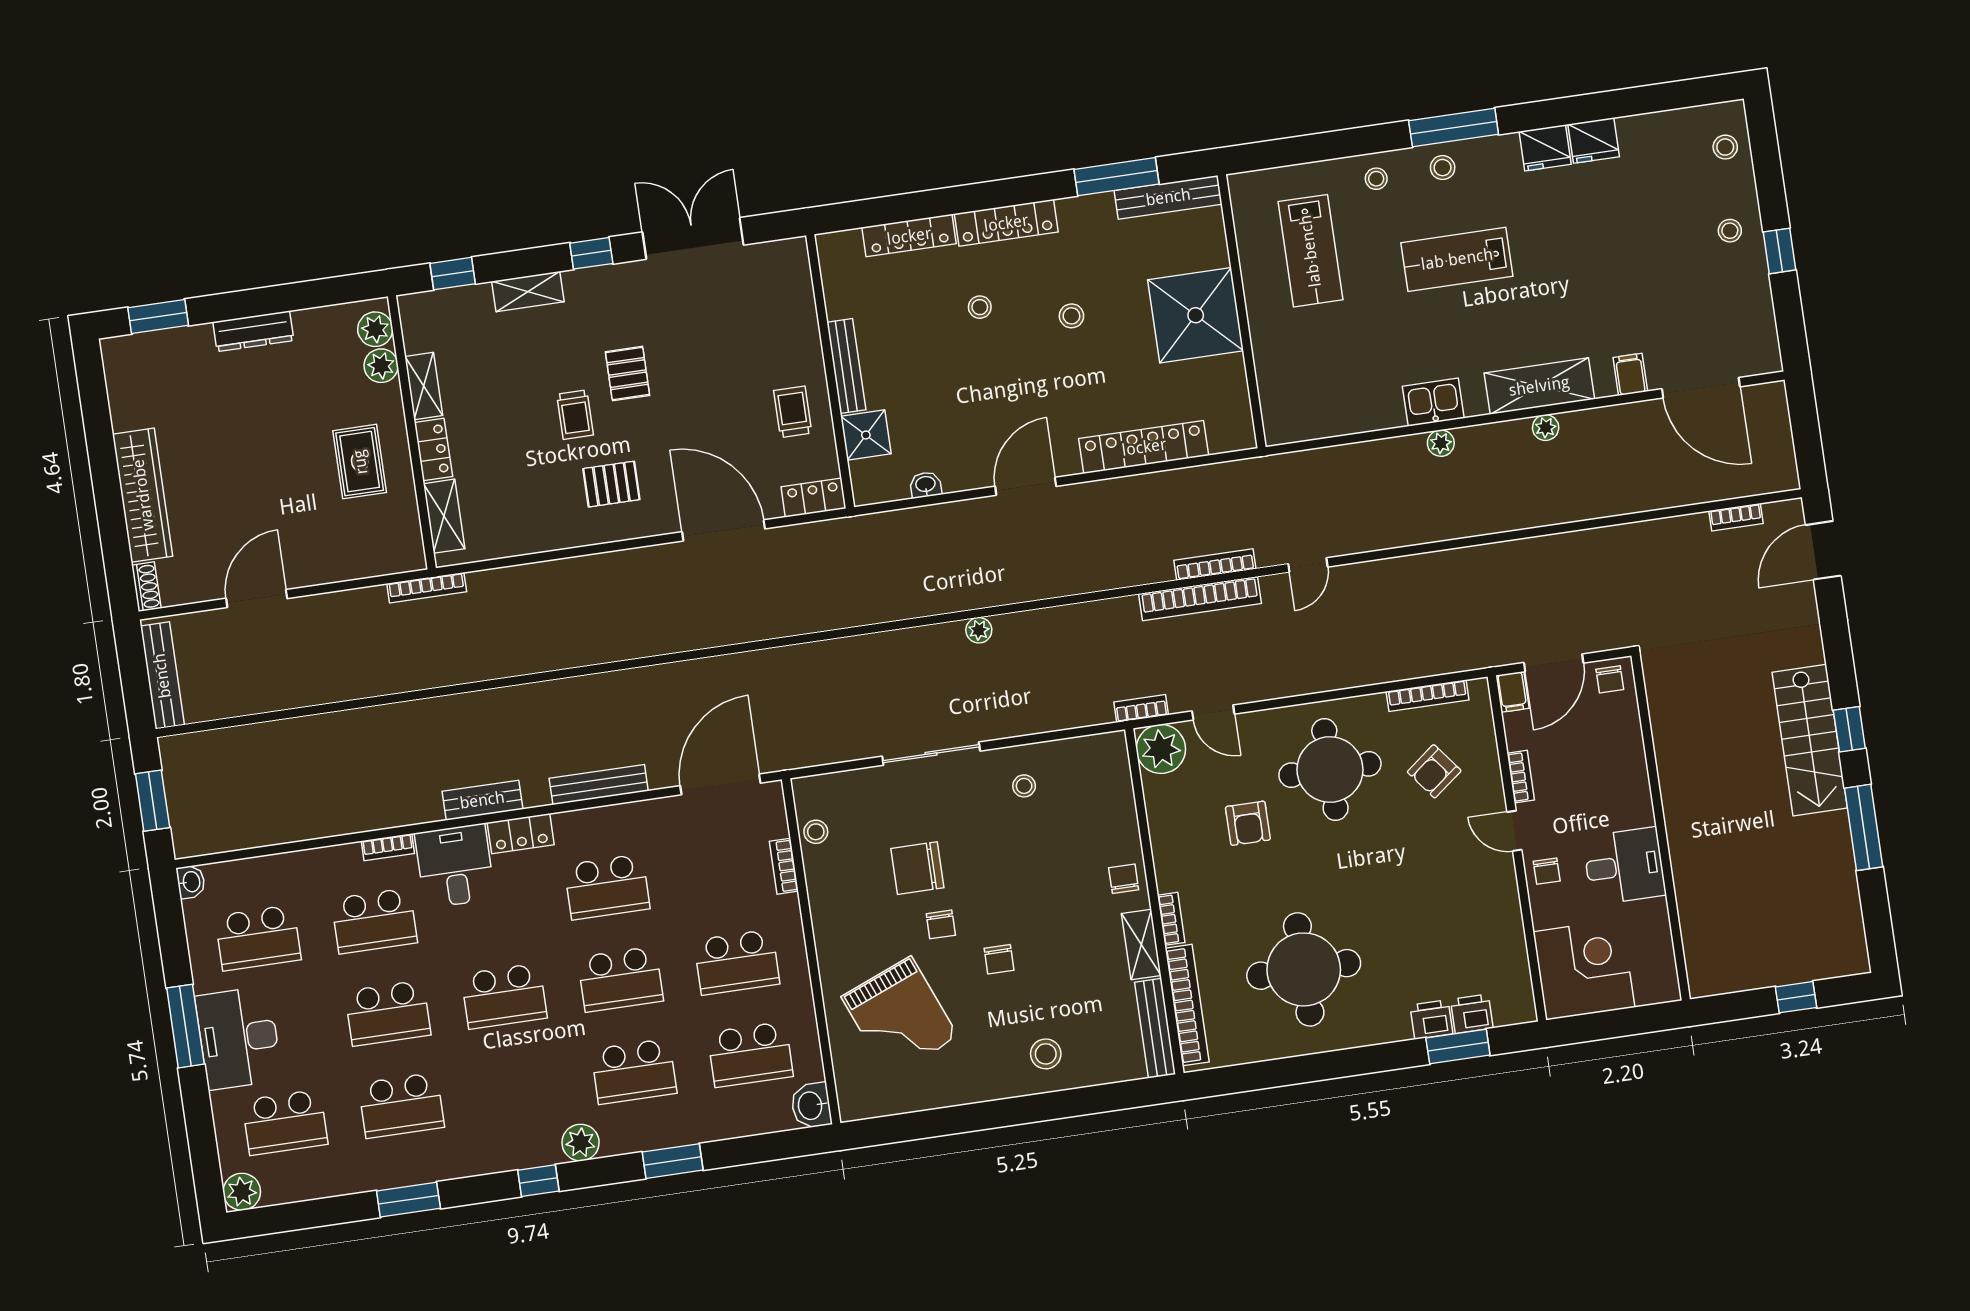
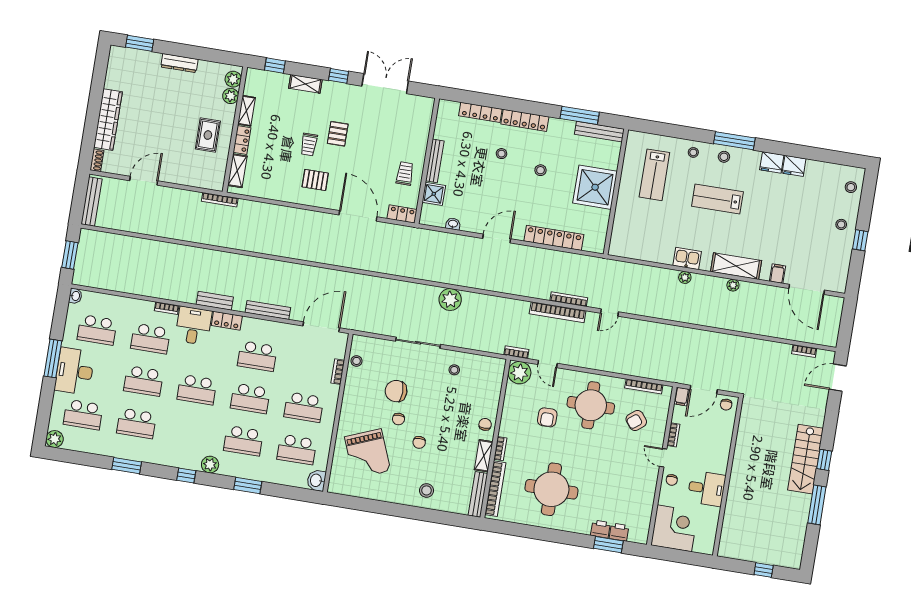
plant: (979, 630) -> (450, 299), width x1.88, depth x1.88

